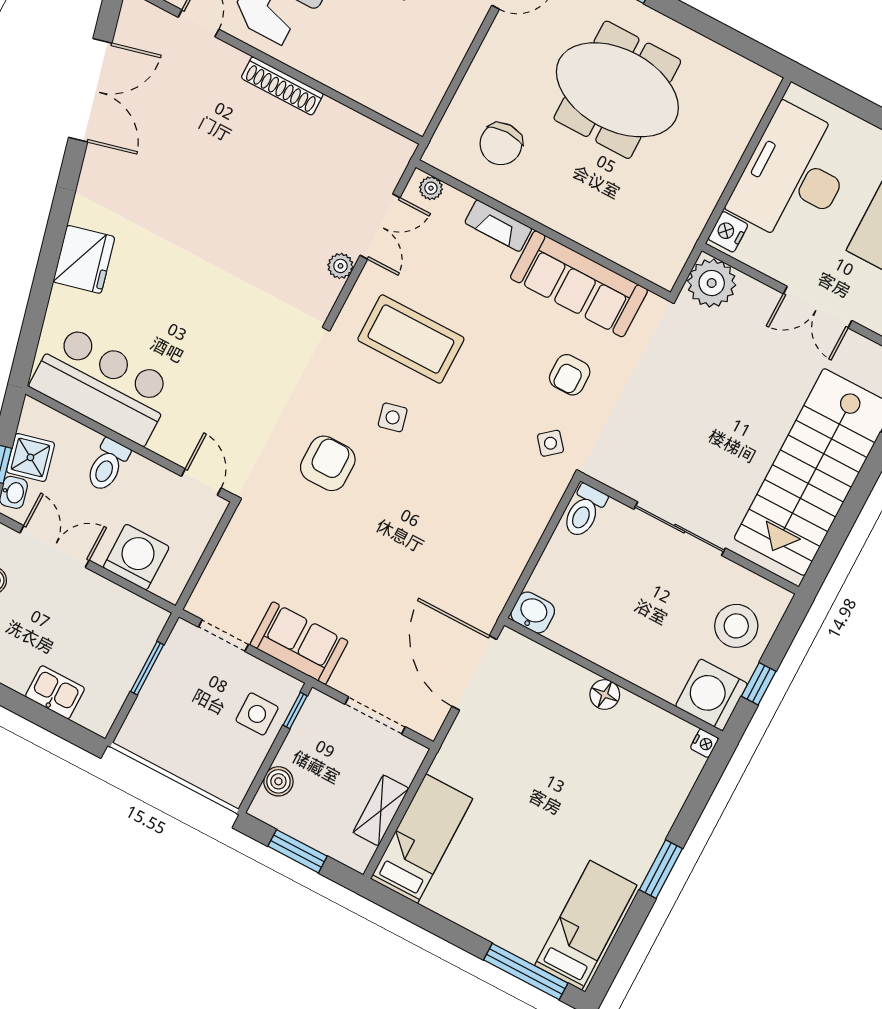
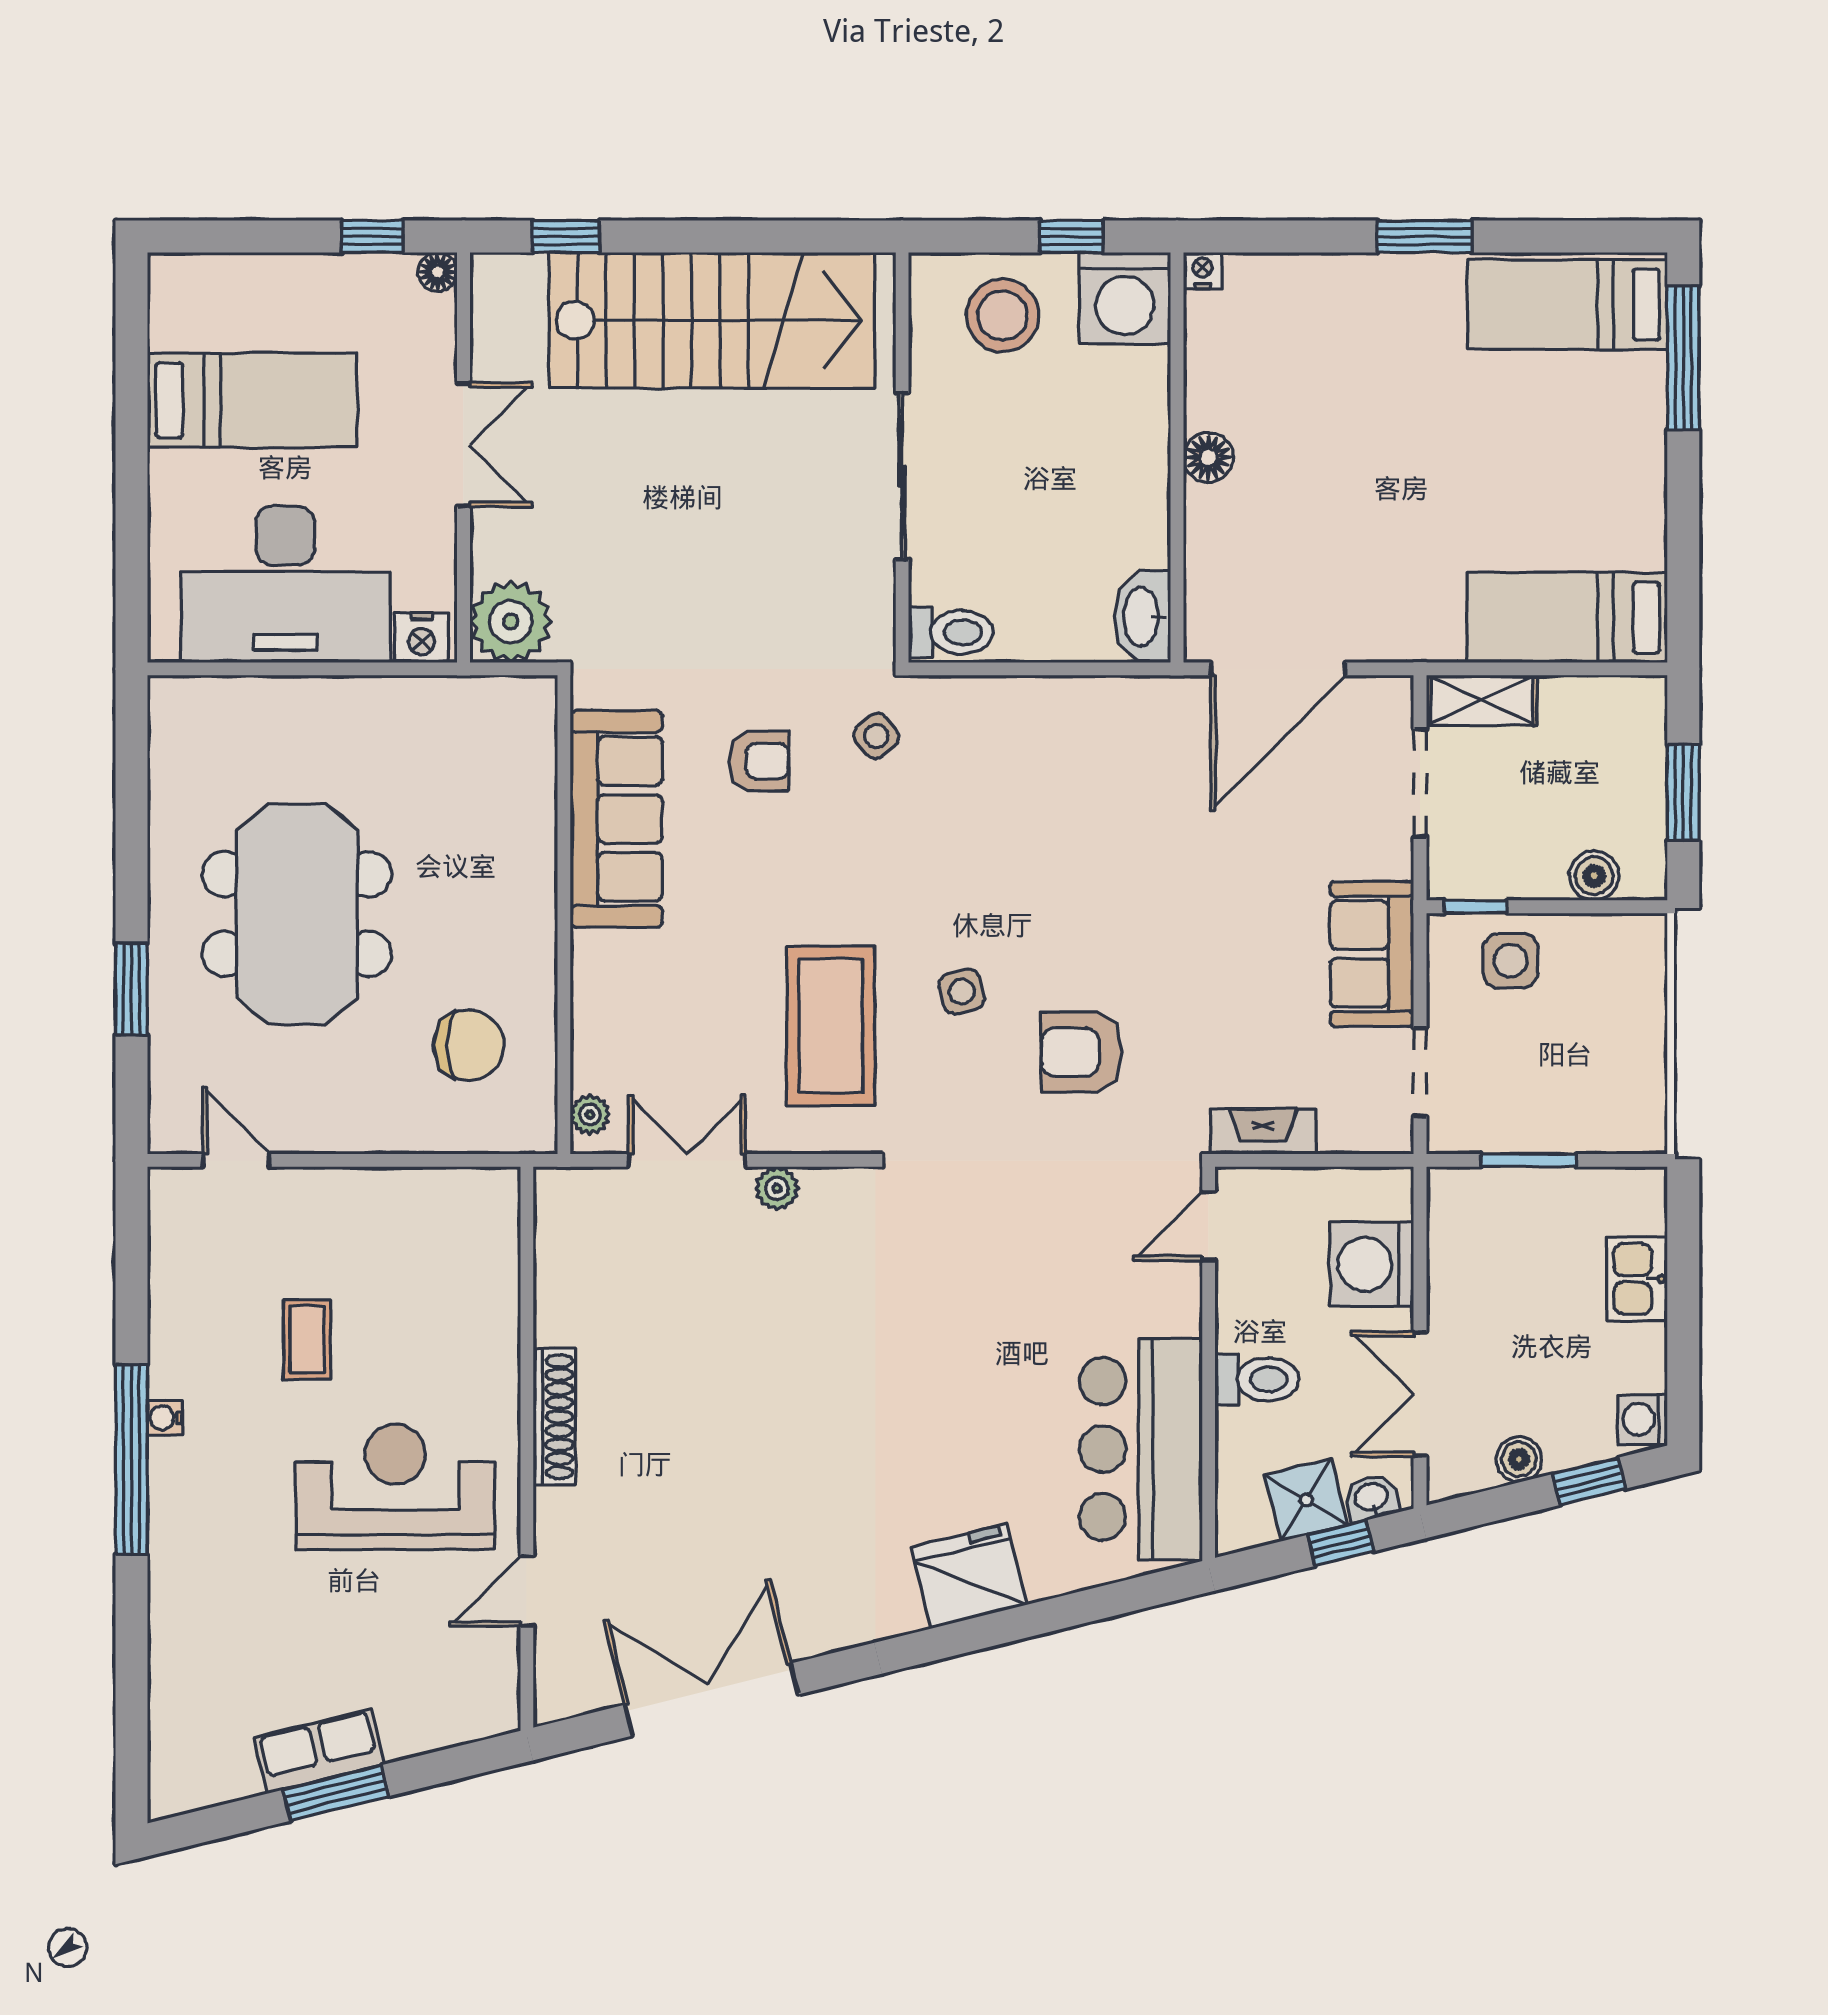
fireplace: (498, 226) -> (1263, 1131), moved, turned -90
washbasin: (533, 612) -> (1142, 617), width x1.38
shelving: (381, 810) -> (1482, 700), moved

